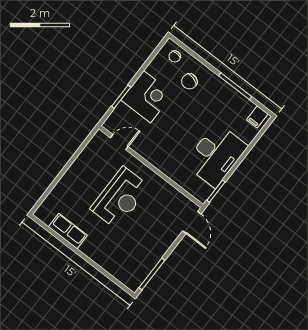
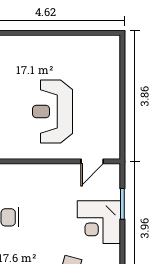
row of seats: (68, 231) -> (76, 45), removed

